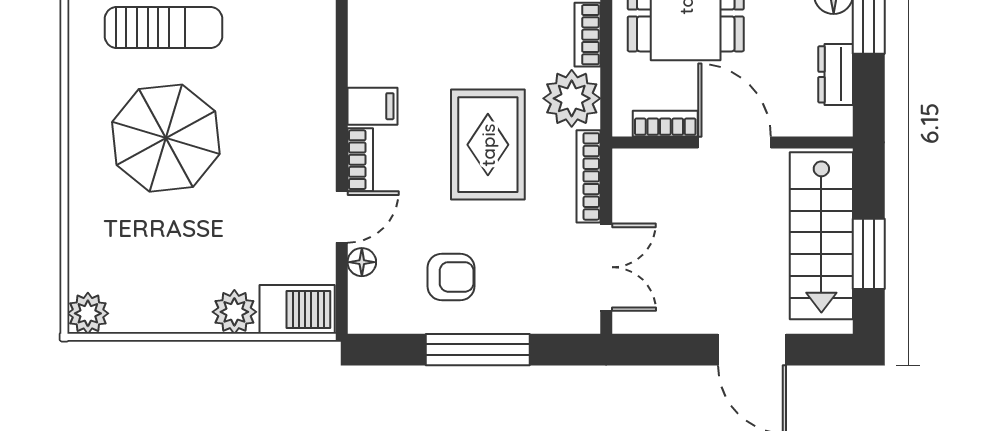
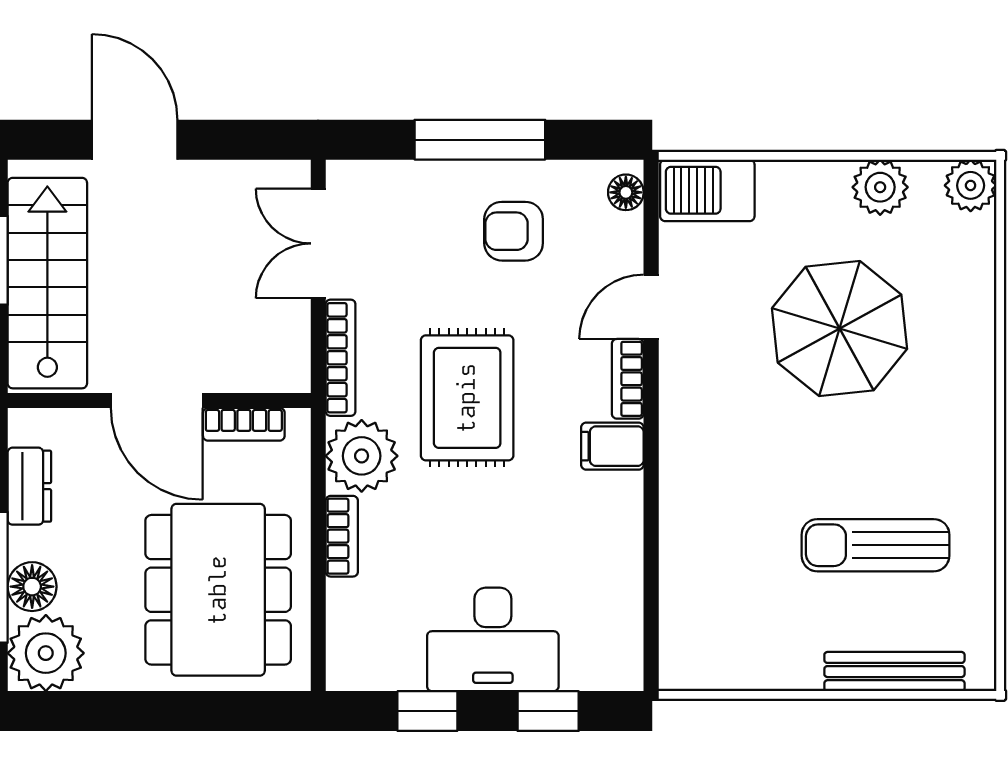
parasol: (166, 138) -> (840, 329), moved
floor lamp: (362, 262) -> (626, 192), moved
plant: (234, 312) -> (880, 187), moved

